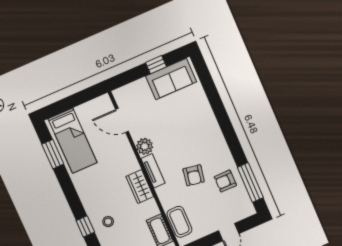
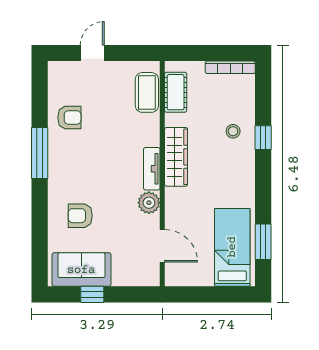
armchair: (194, 175) -> (80, 216), moved, turned -100
window: (250, 183) -> (40, 153), moved
wardrobe: (140, 186) -> (176, 157), width x1.50

